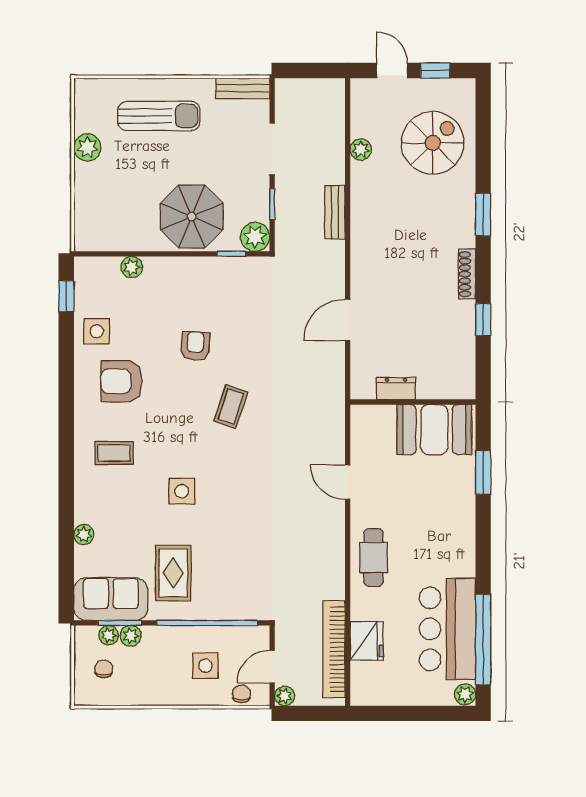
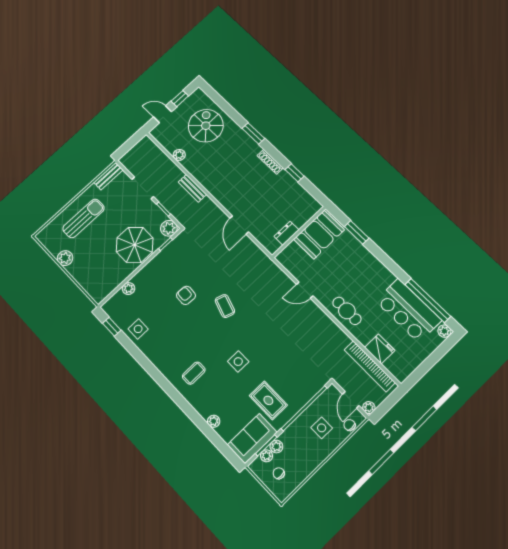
armchair: (122, 381) -> (168, 340), removed

